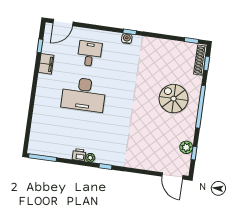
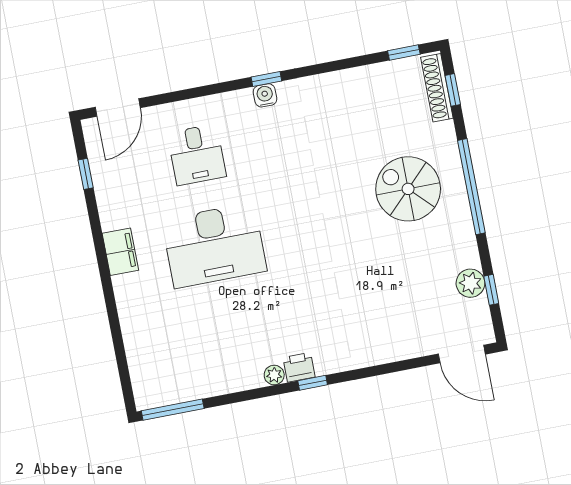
desk: (89, 54) -> (197, 155), turned 180
filing cabinet: (46, 64) -> (120, 252), moved
printer: (79, 155) -> (299, 367), moved

